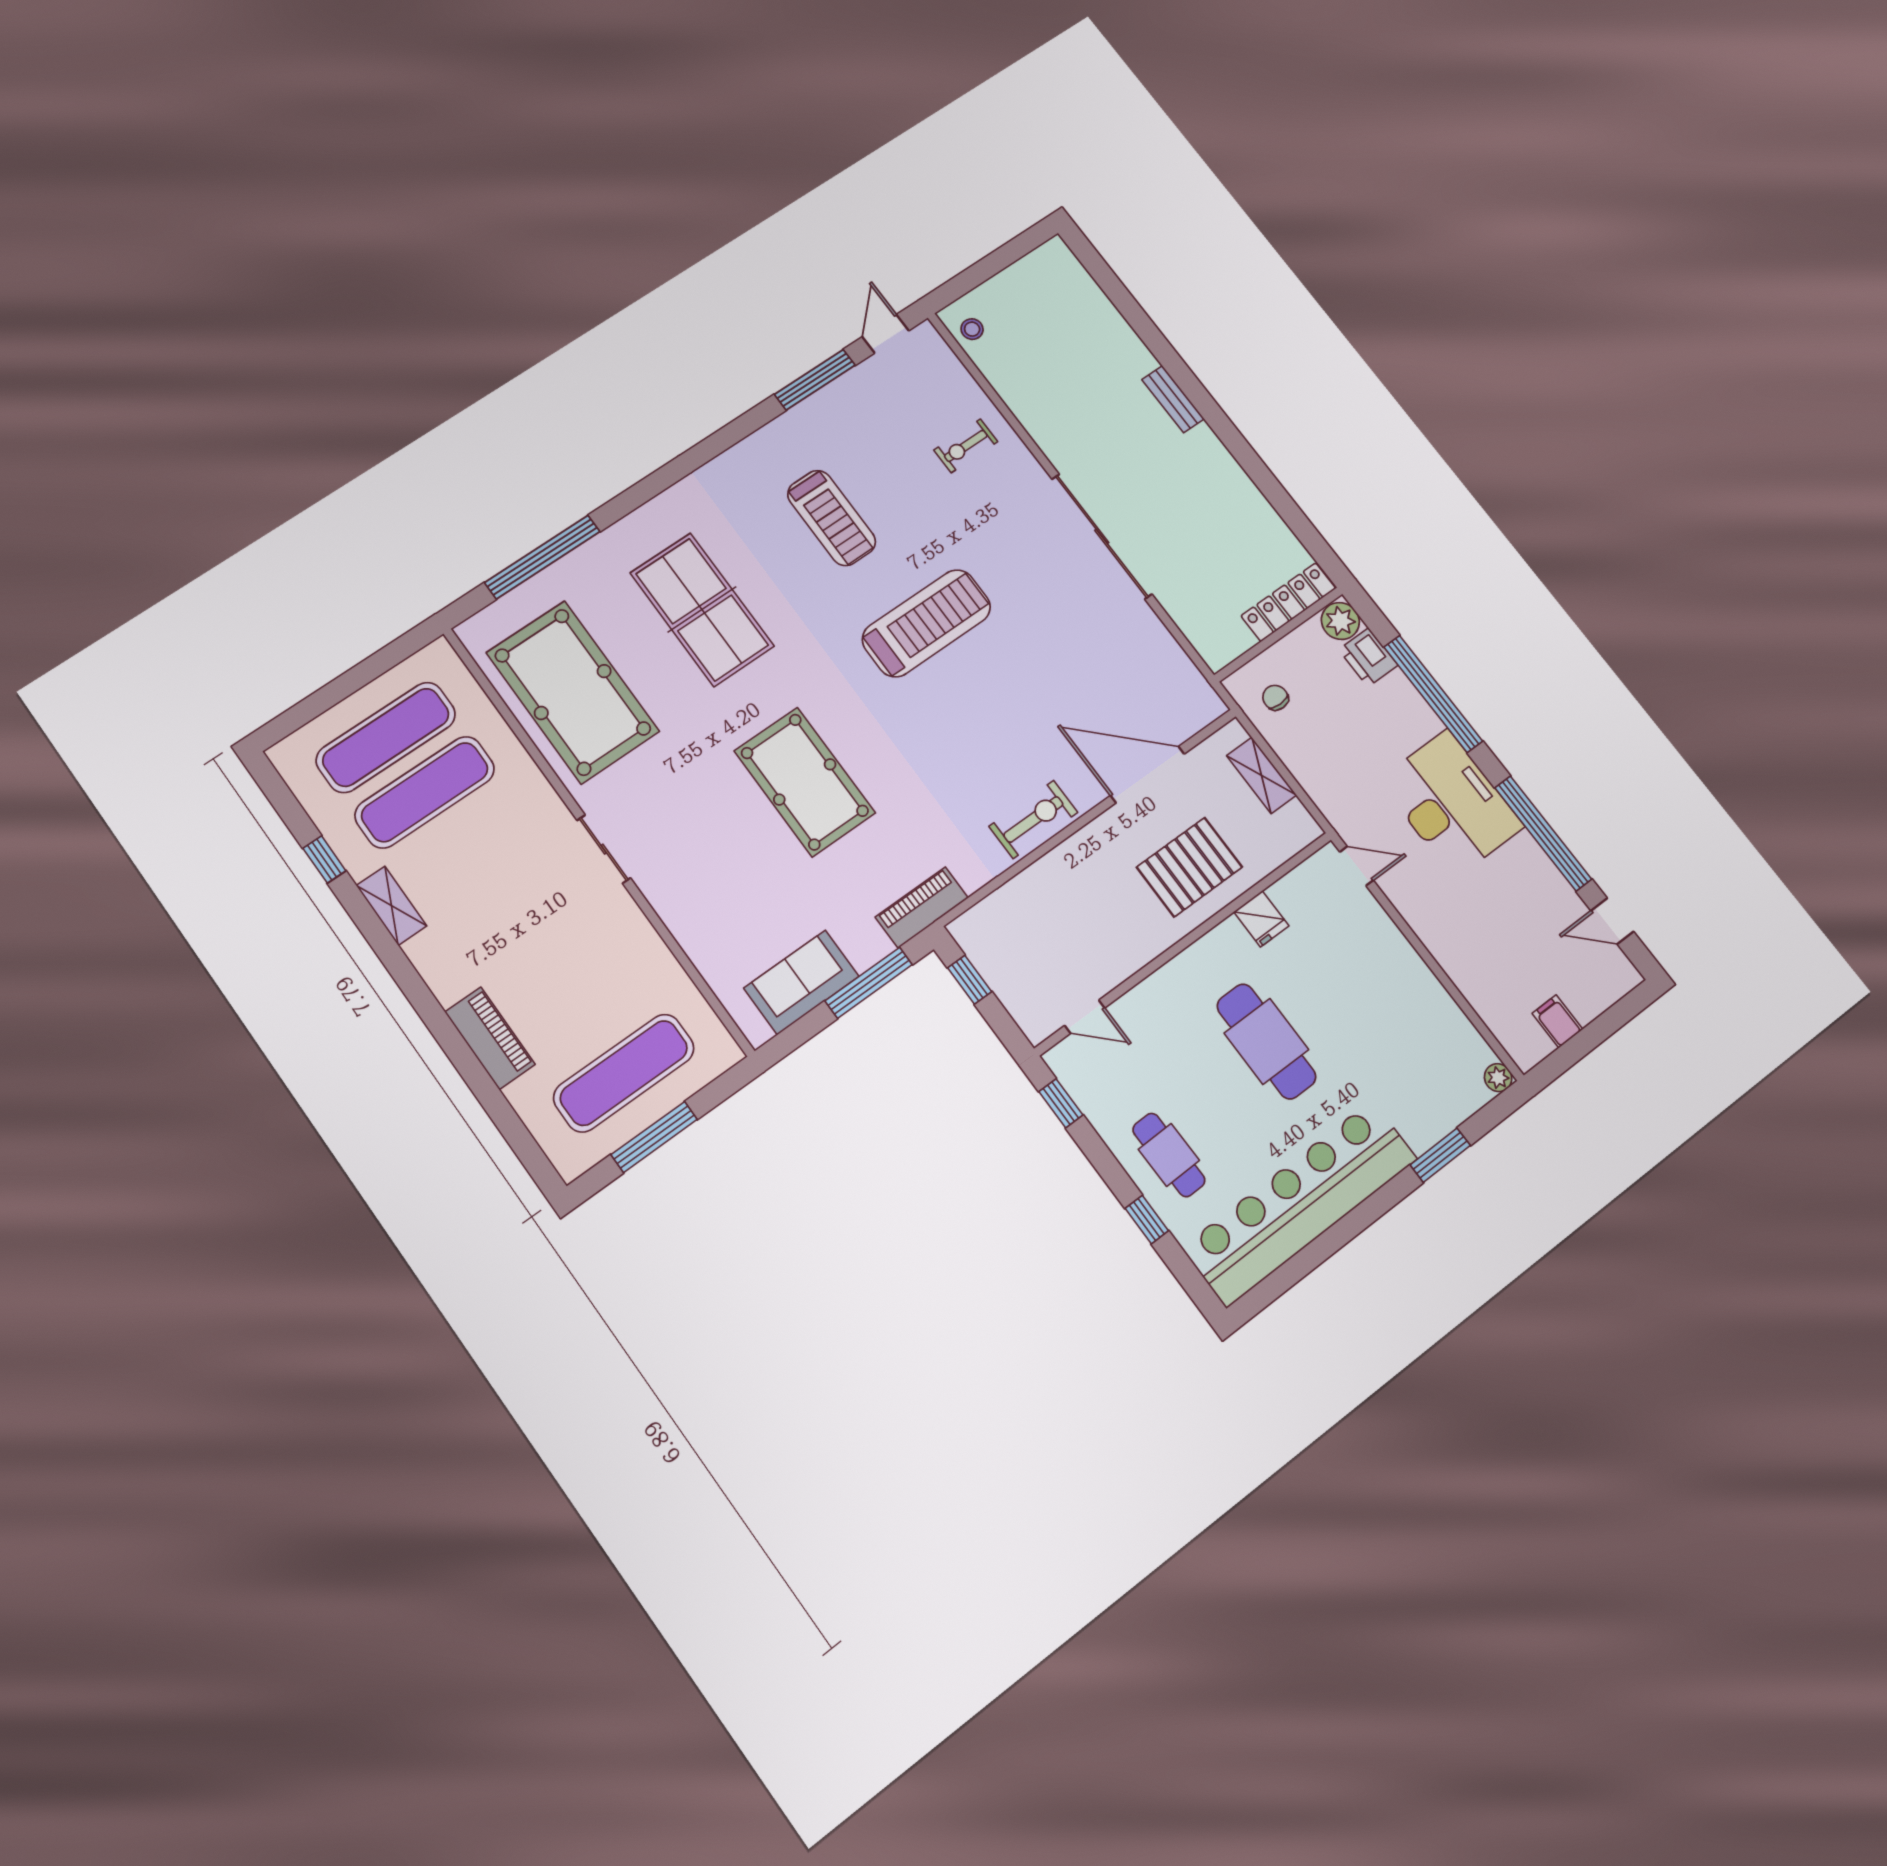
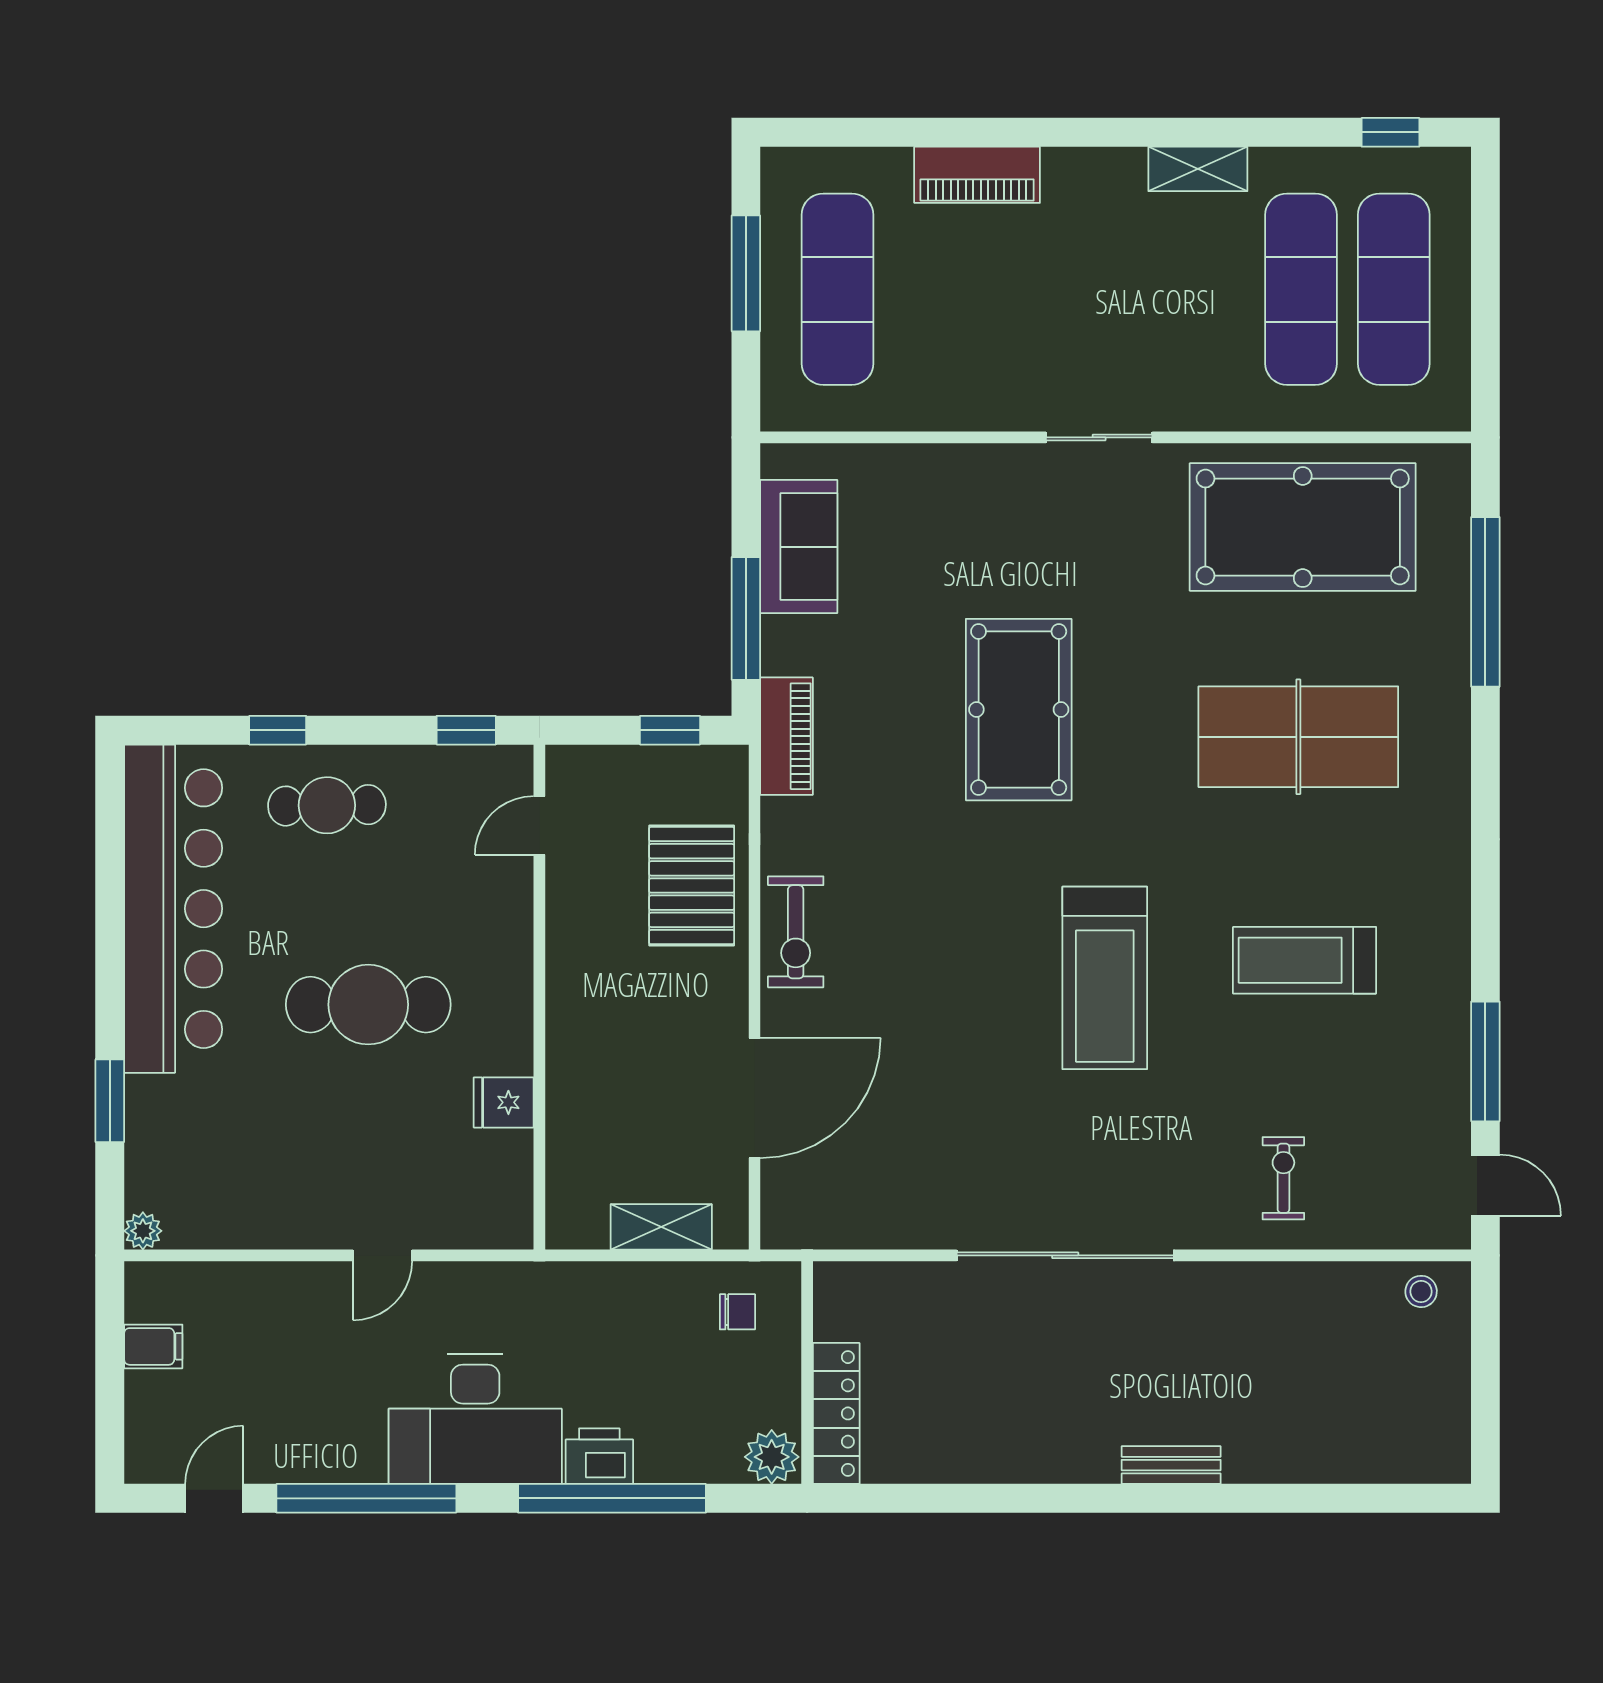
printer: (1368, 657) -> (599, 1456), moved
pool table: (805, 782) -> (1019, 710), turned 90
window: (324, 860) -> (1390, 132), moved
door: (1357, 866) -> (383, 1255), moved
pallet: (1189, 867) -> (692, 886), moved

